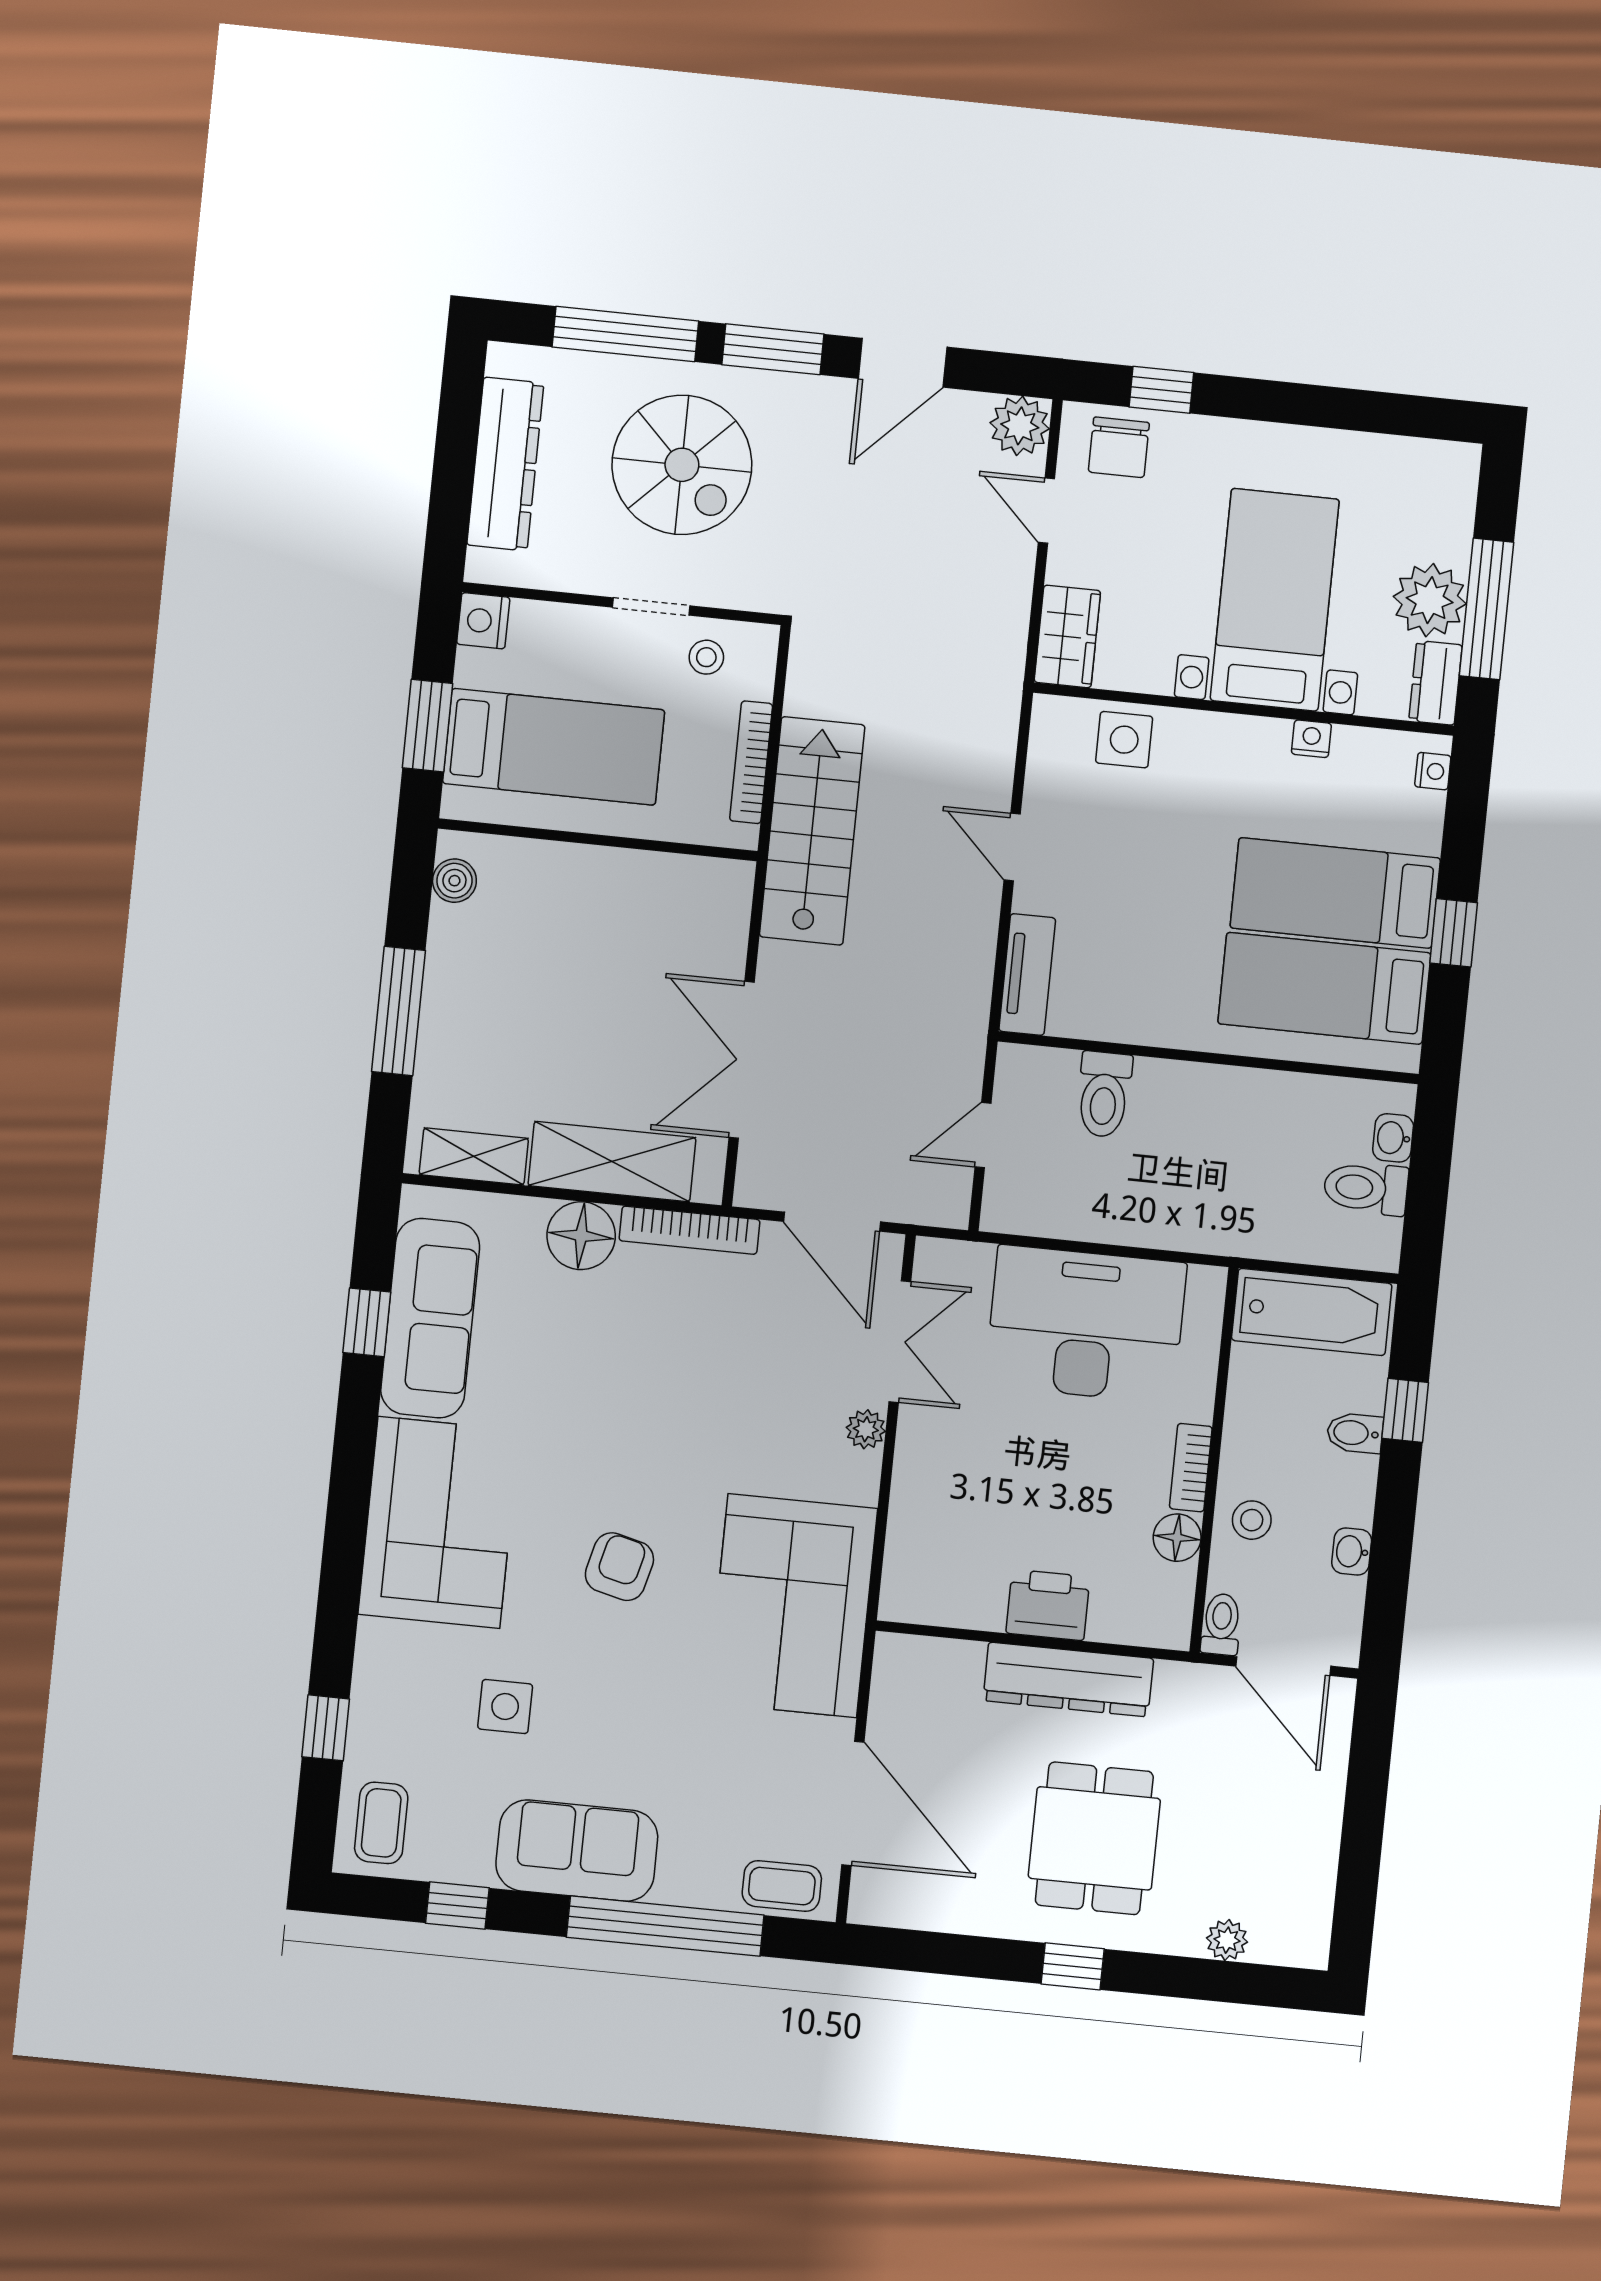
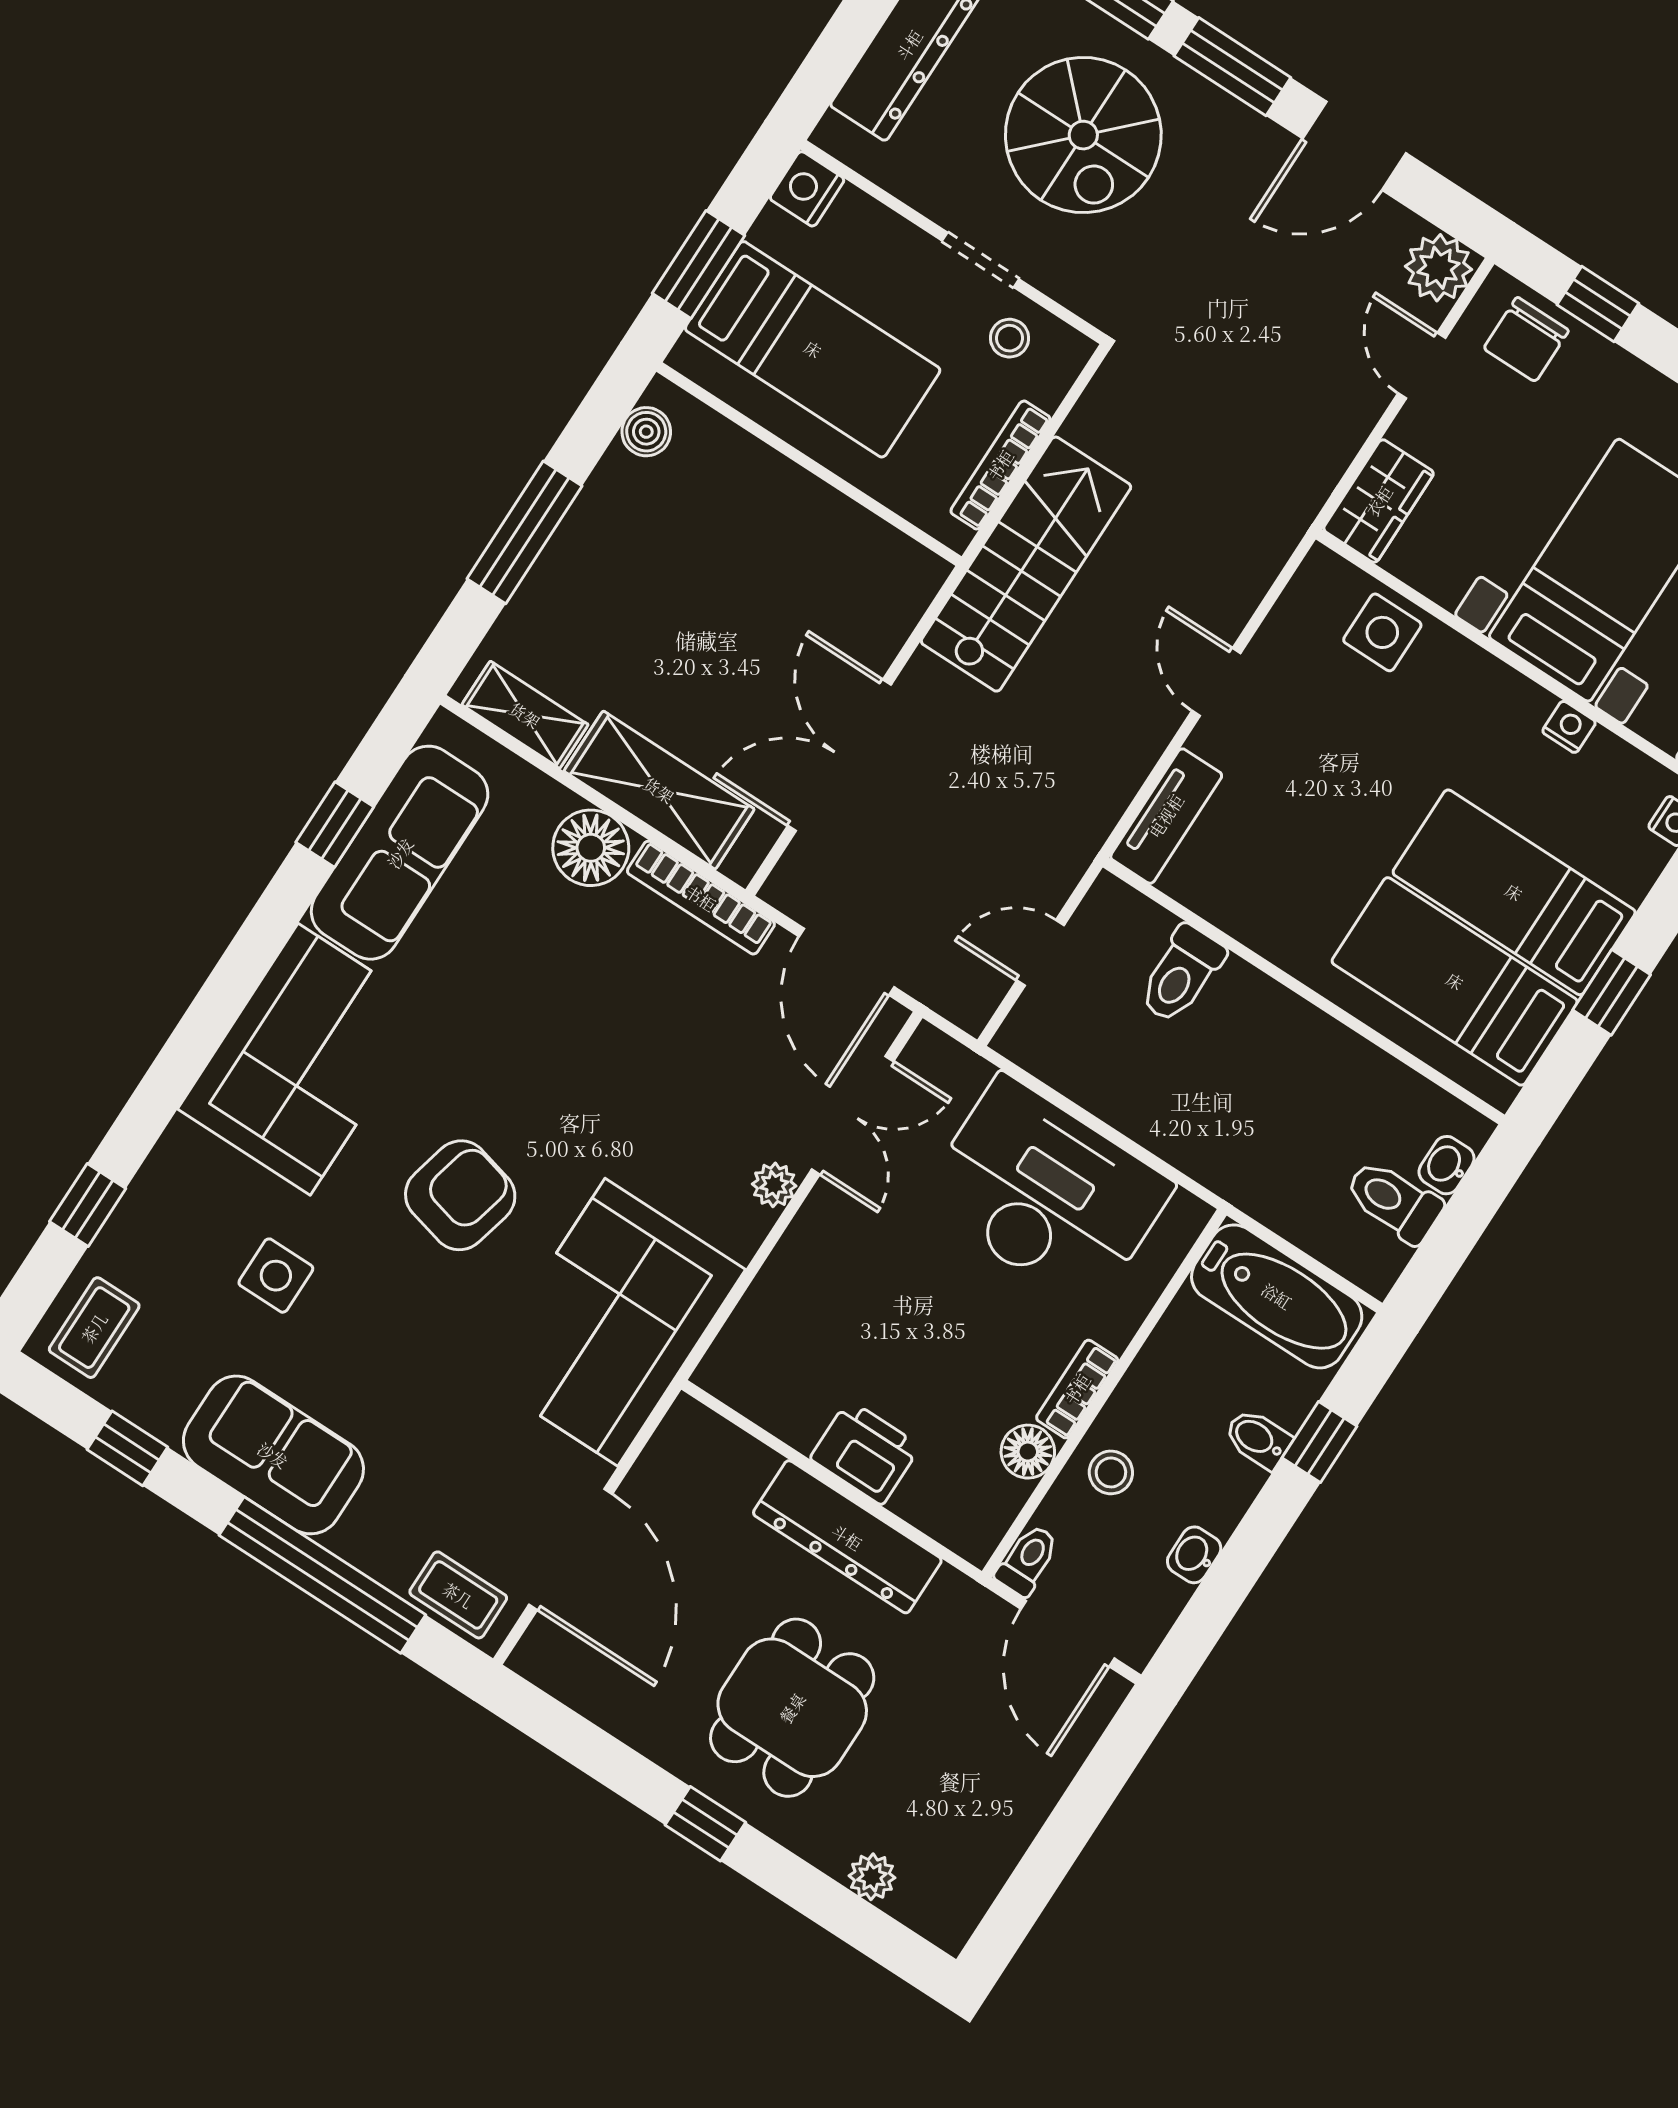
armchair: (619, 1567) -> (460, 1195), width x1.38, depth x1.38

